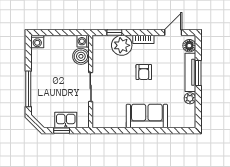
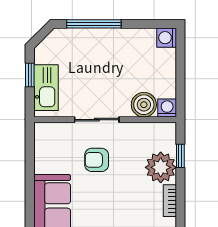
armchair: (144, 72) -> (97, 160), moved
kitchen sink: (66, 120) -> (46, 88), width x1.38

